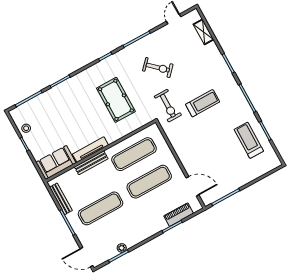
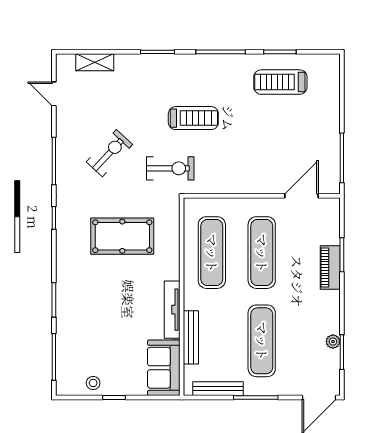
treadmill: (203, 103) -> (193, 118), turned 90
bench: (91, 163) -> (191, 337), moved
piano: (179, 215) -> (330, 268), moved

